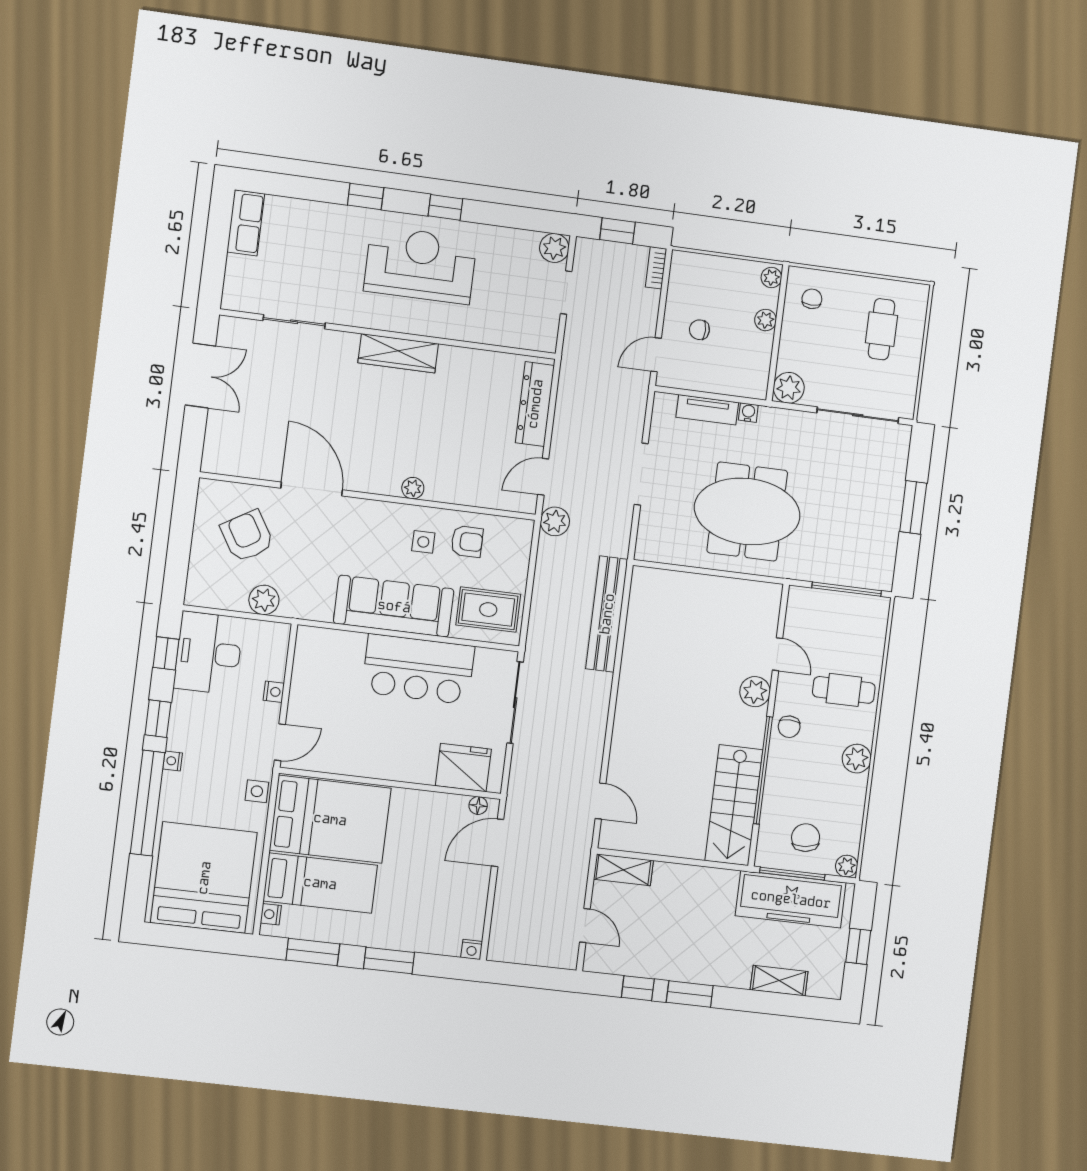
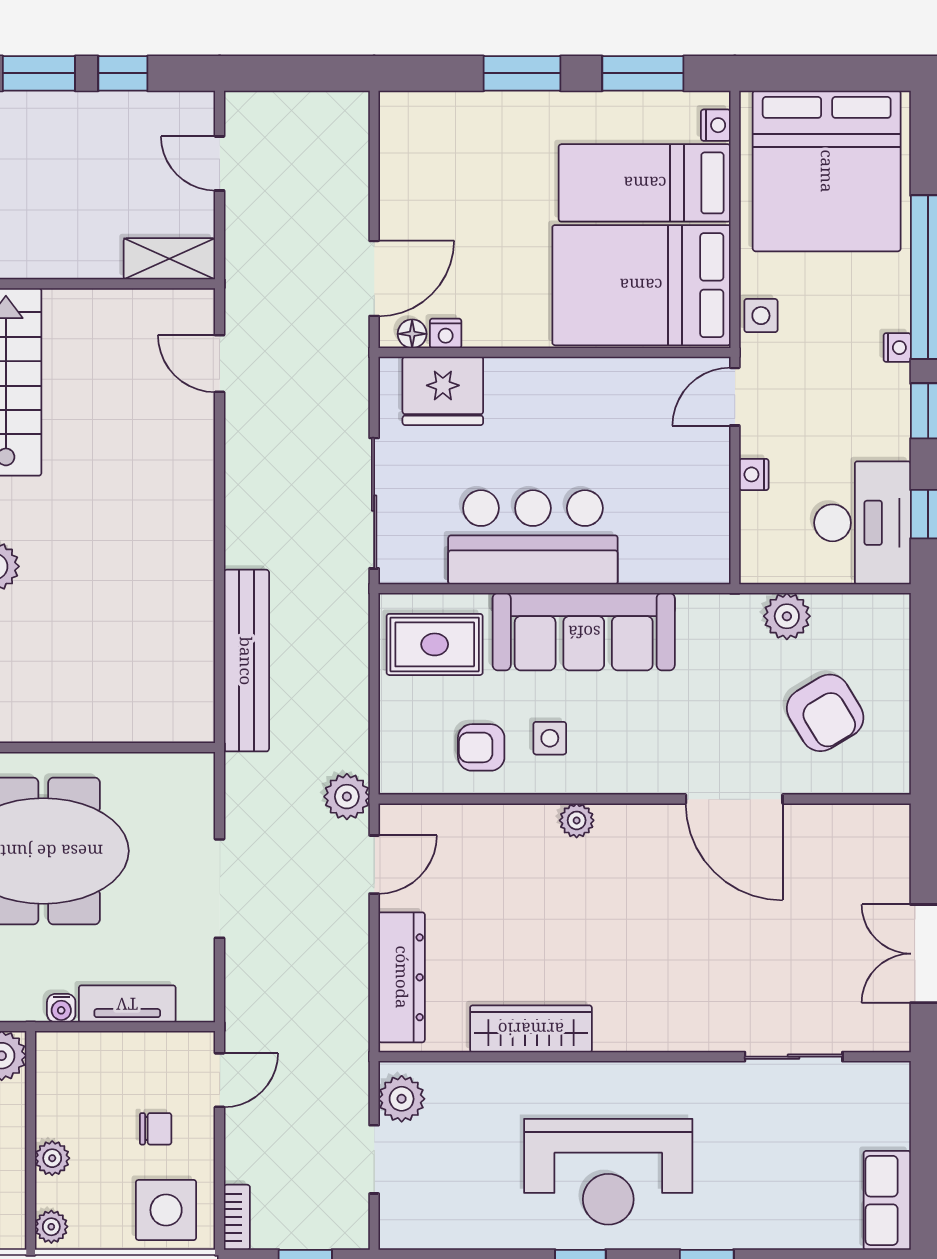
plant: (554, 248) -> (402, 1099), moved
side table: (699, 278) -> (166, 1210), added
wardrobe: (398, 353) -> (531, 1029), moved
nightstand: (472, 949) -> (446, 333), moved, turned 180

